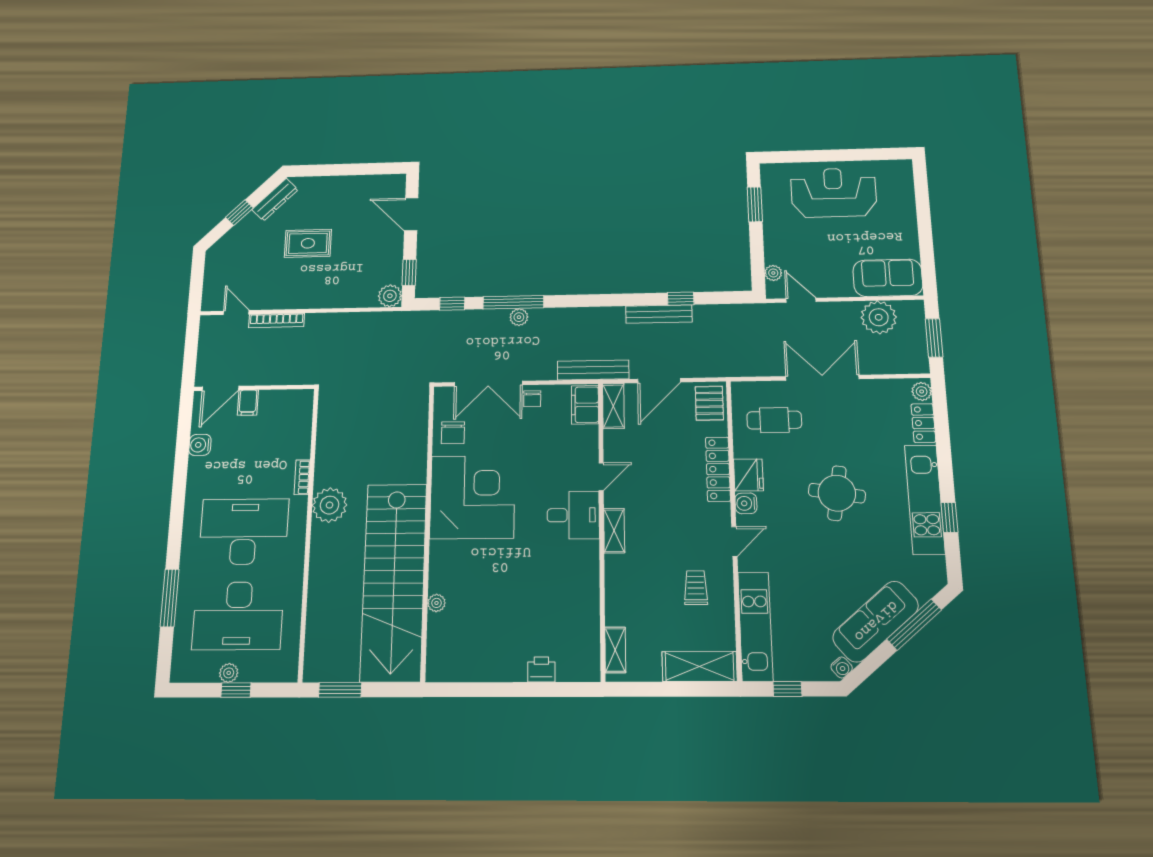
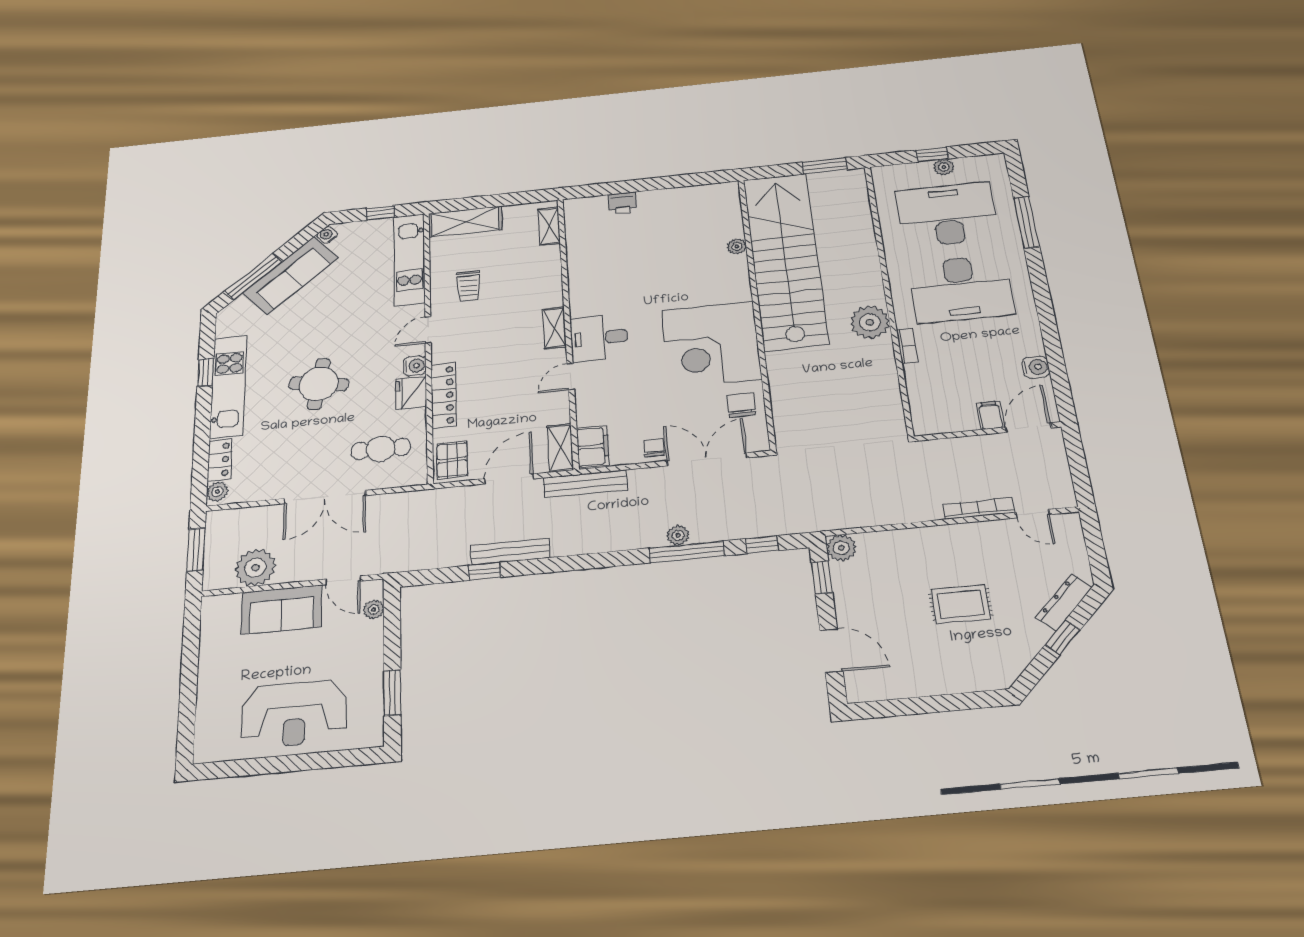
dresser: (275, 200) -> (1064, 602), moved
sofa: (888, 278) -> (281, 610), moved

